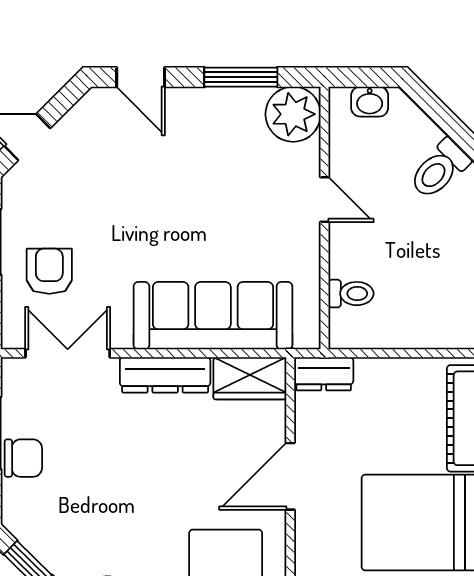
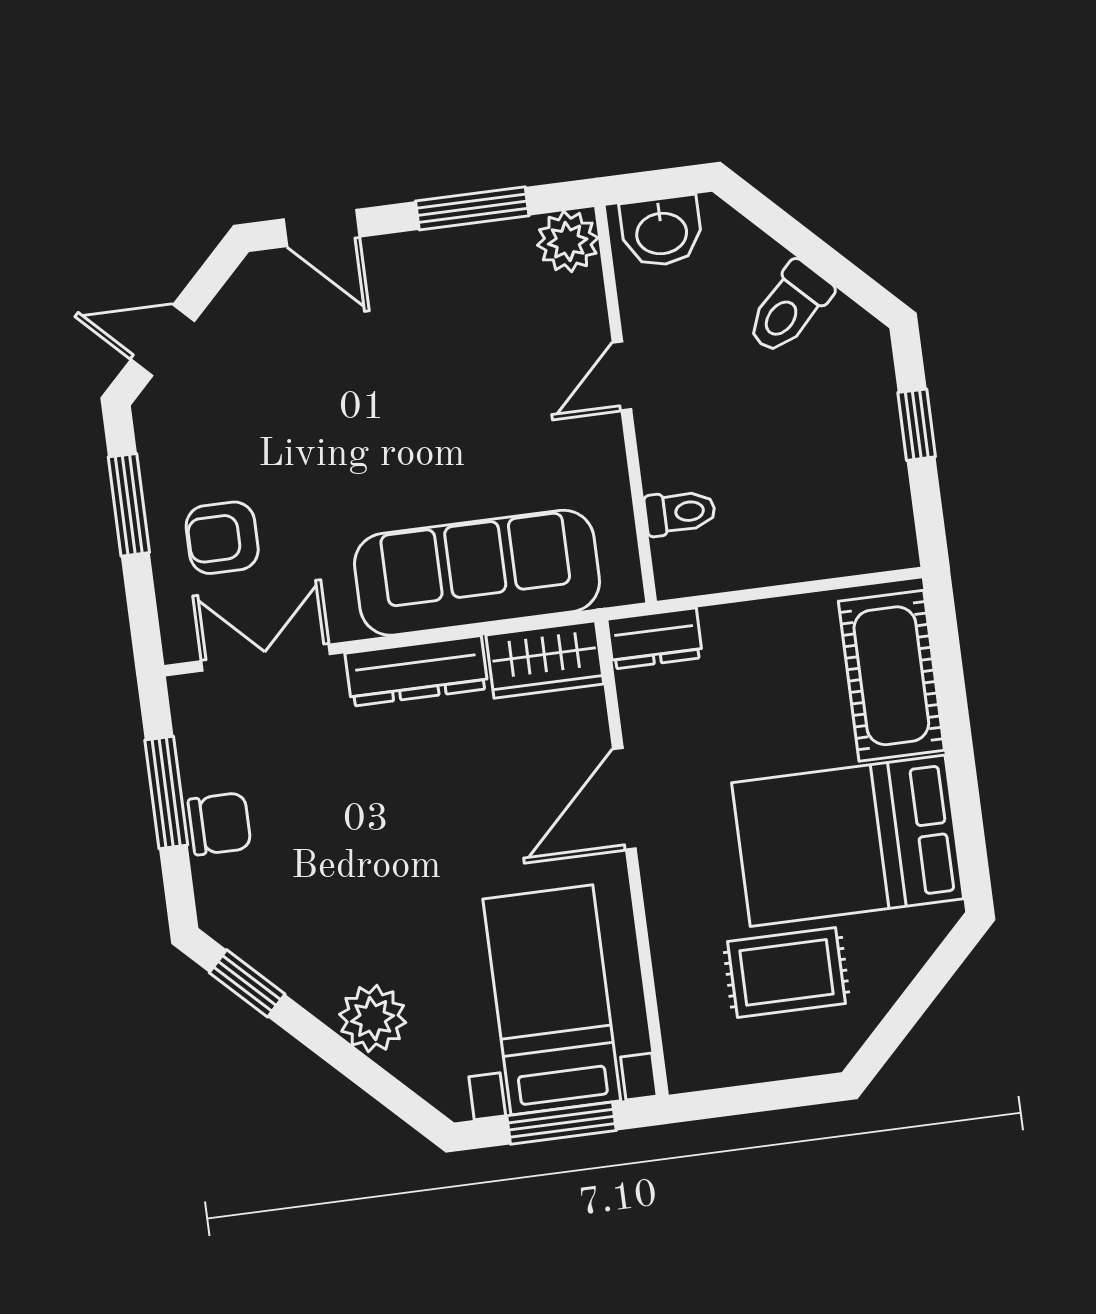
washbasin: (370, 102) -> (661, 232), width x1.38, depth x1.45
plant: (293, 114) -> (568, 242), width x0.73, depth x0.73
door: (324, 199) -> (622, 376), swing flipped
armchair: (49, 271) -> (222, 538), turned -90

